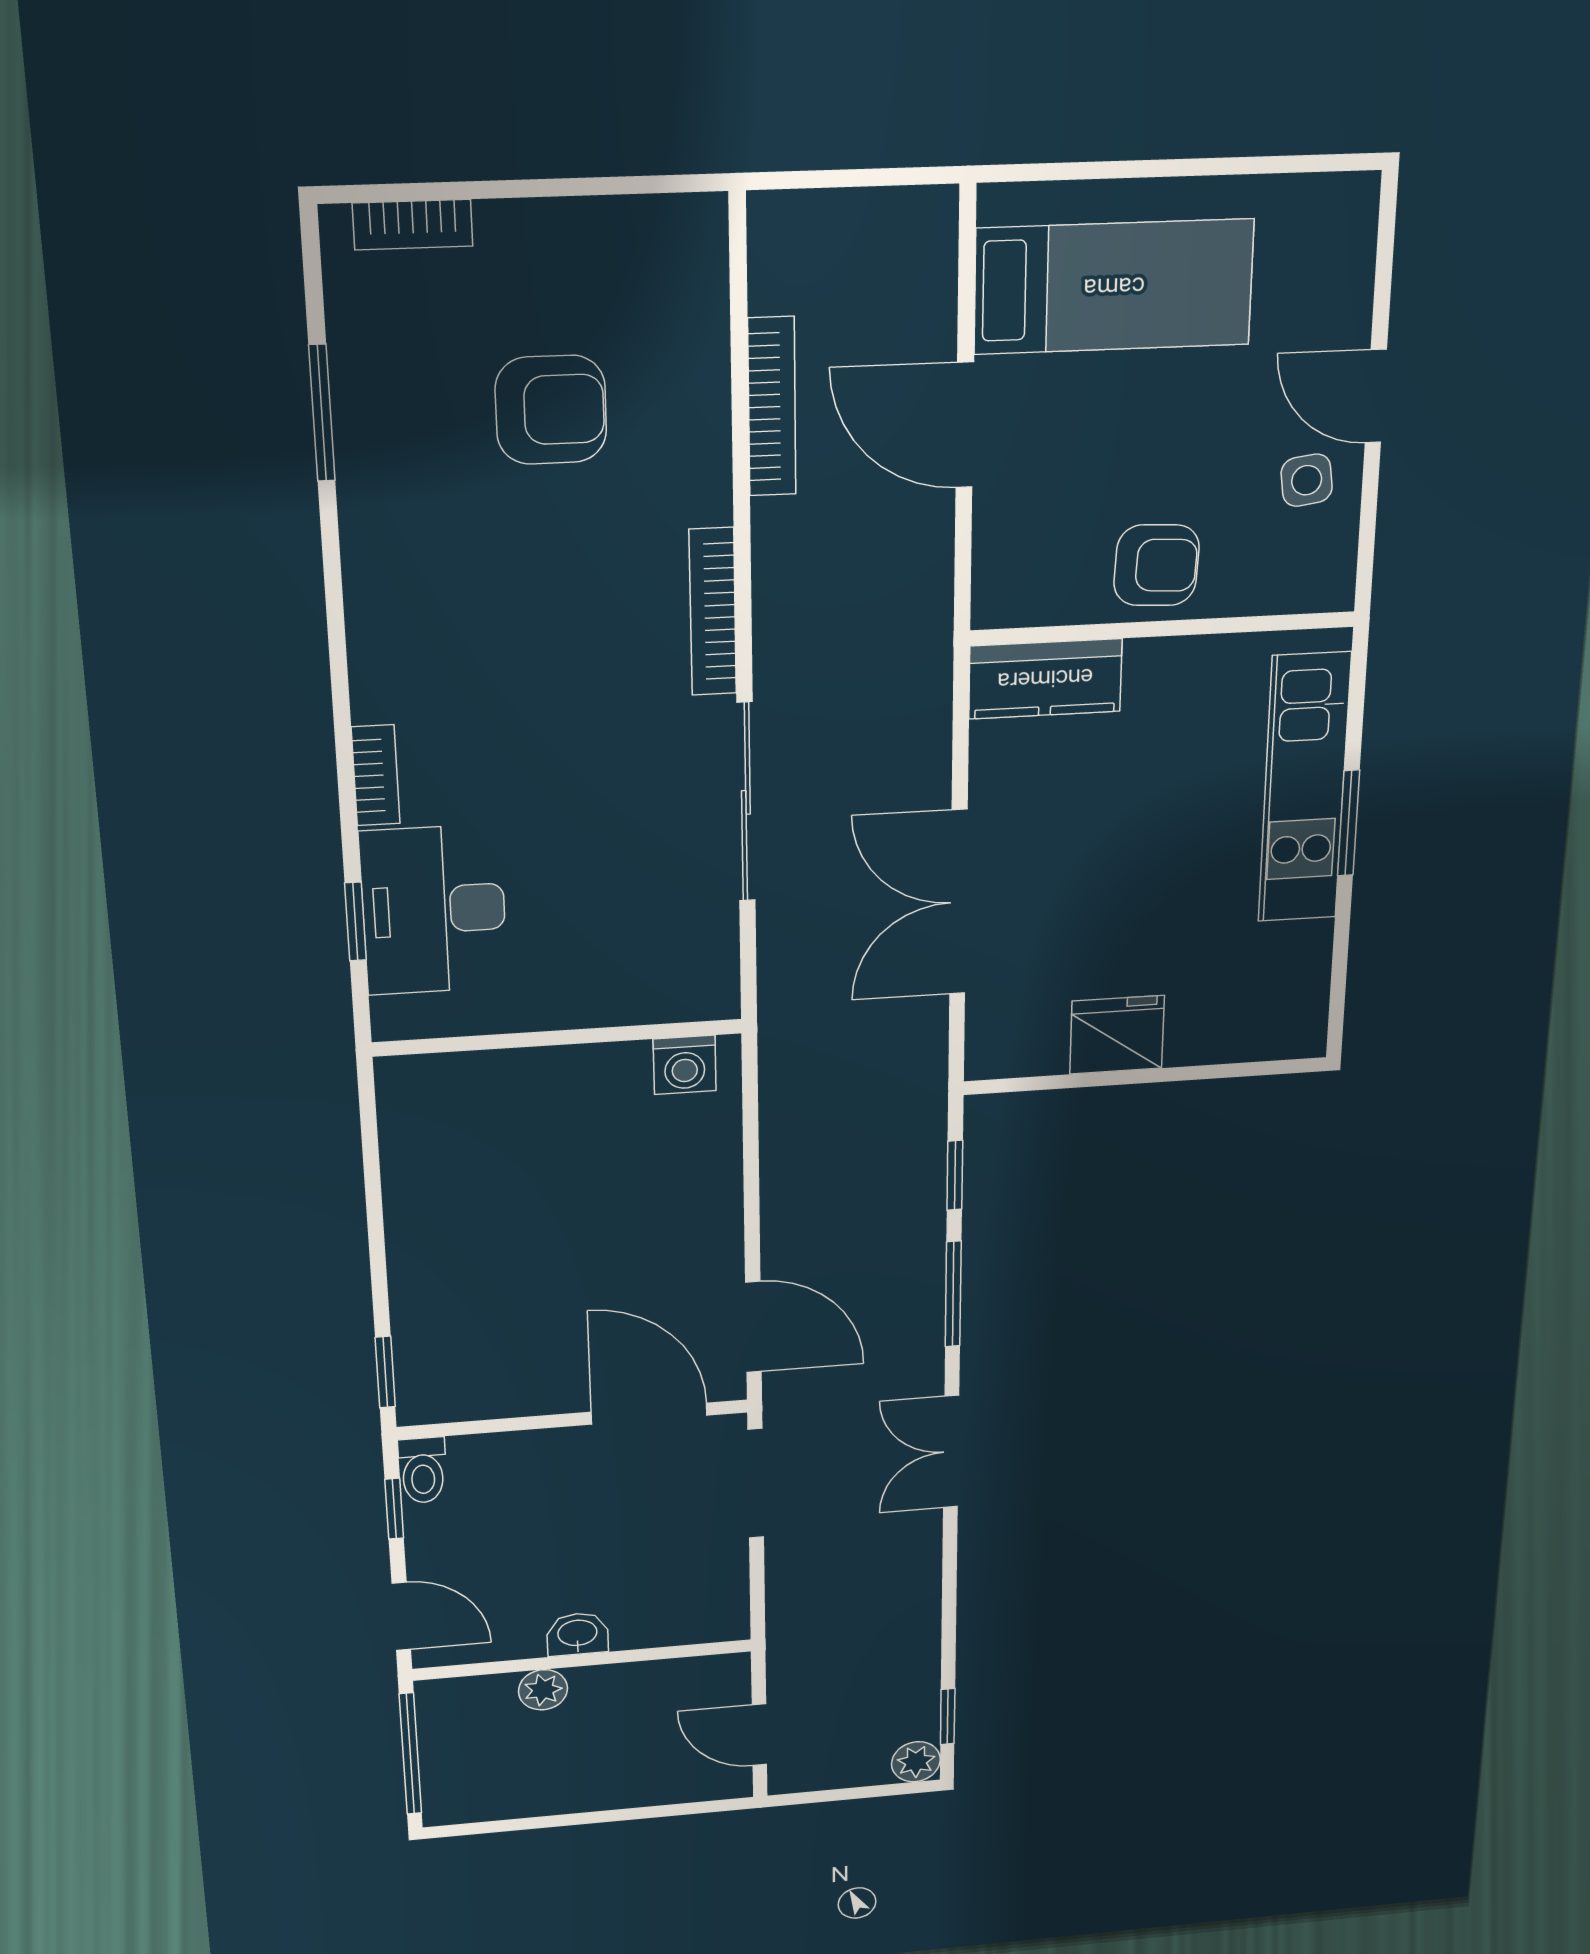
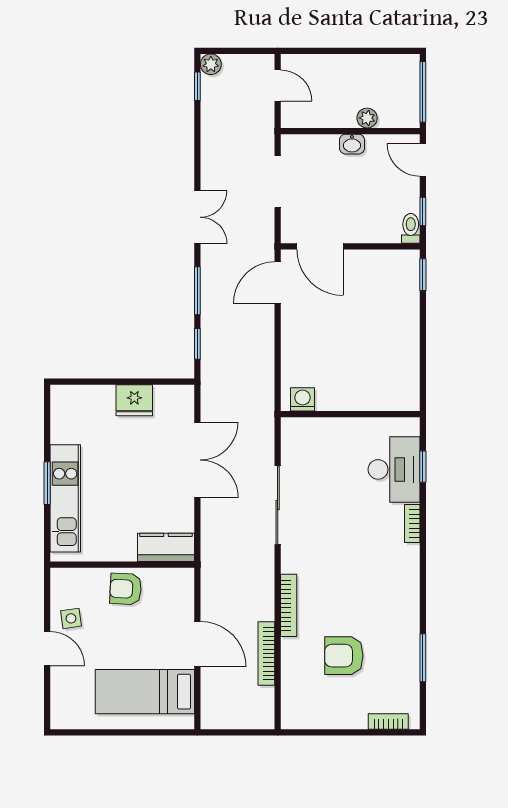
bookcase: (713, 612) -> (289, 605), moved
door: (753, 1327) -> (278, 282), hinge flipped
doorway: (756, 1484) -> (278, 182), moved

